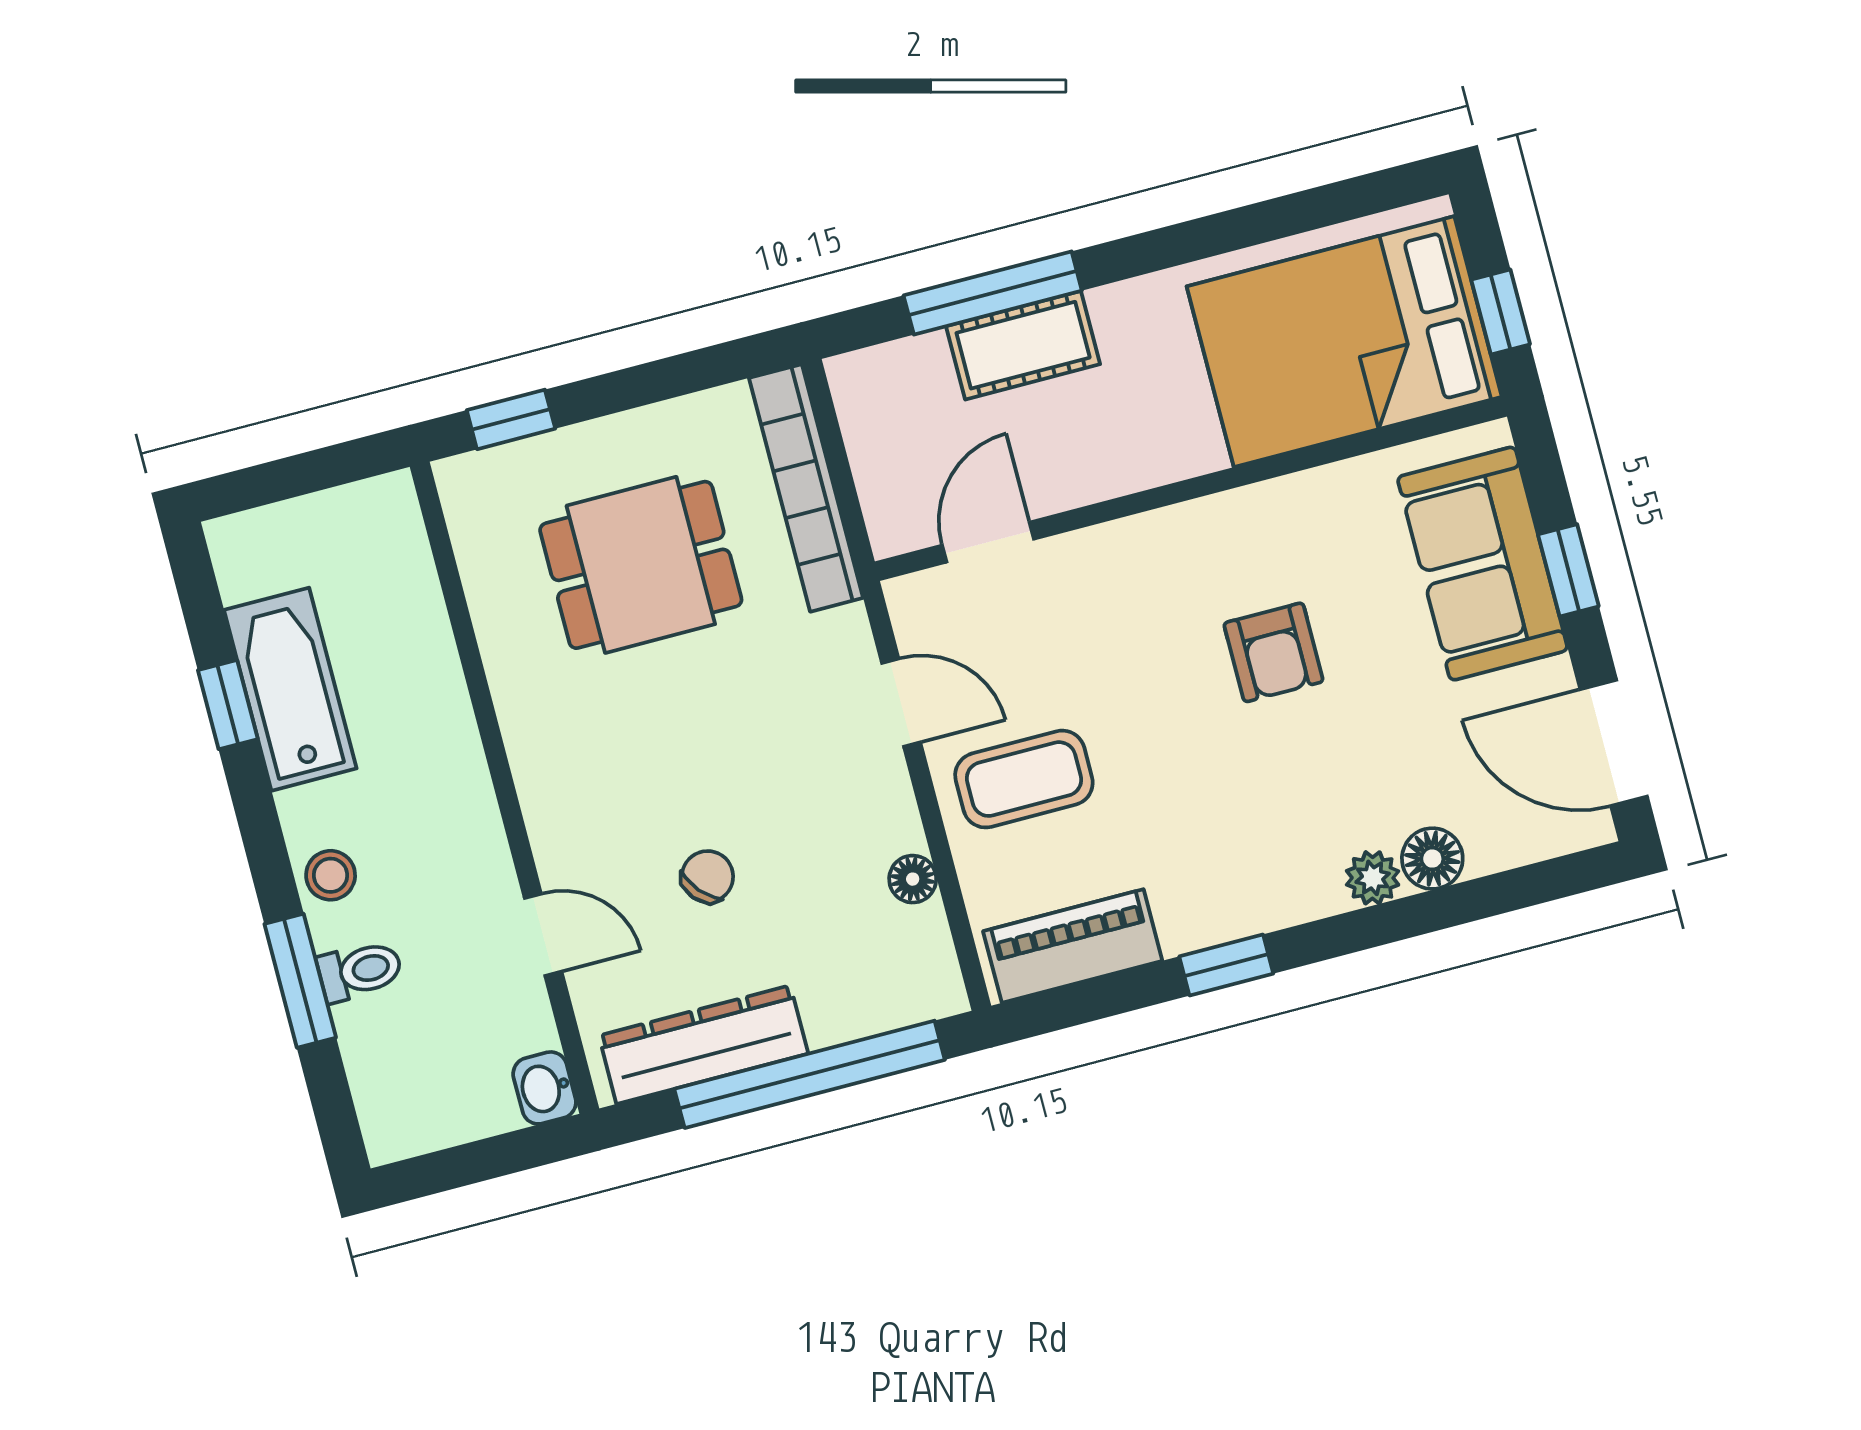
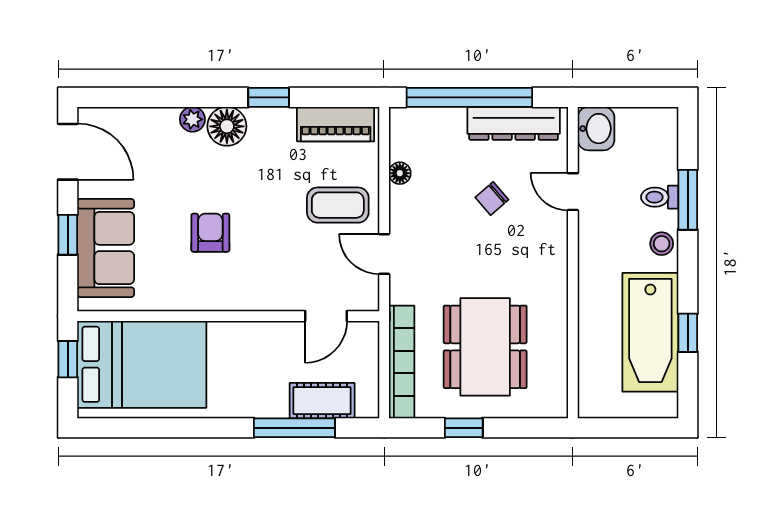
cot: (1023, 345) -> (322, 401), moved
window: (511, 419) -> (464, 428), moved
dining table: (641, 565) -> (485, 347), width x1.38
bathtub: (290, 689) -> (650, 332), width x1.36, depth x1.36
floor lamp: (1432, 859) -> (227, 126), moved, width x1.38, depth x1.38
washbasin: (545, 1088) -> (596, 129), width x1.38, depth x1.45

